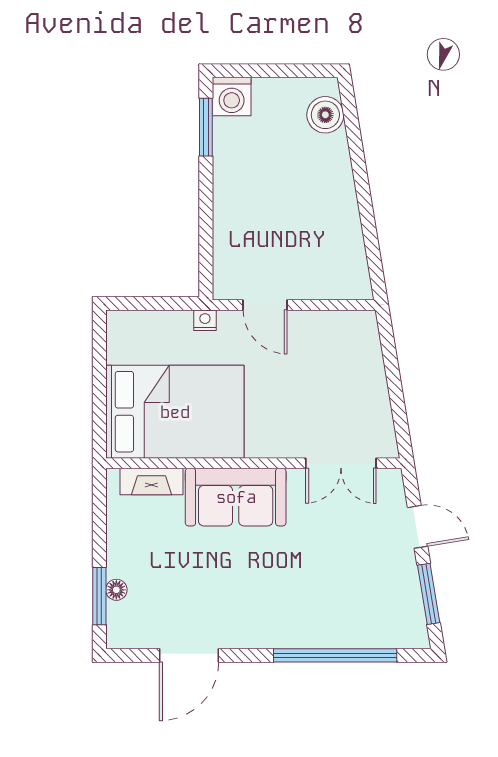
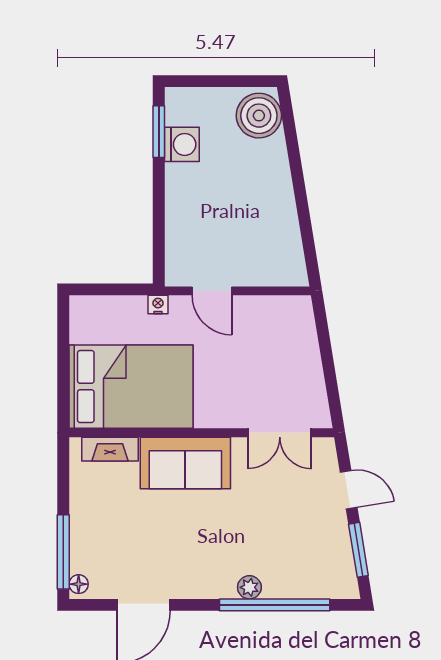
washing machine: (232, 96) -> (182, 144), moved, turned -90
boiler: (325, 115) -> (259, 116), width x1.37, depth x1.37
floor lamp: (116, 590) -> (79, 584), moved
window: (99, 596) -> (63, 552), width x1.44
plant: (307, 636) -> (249, 587), added

